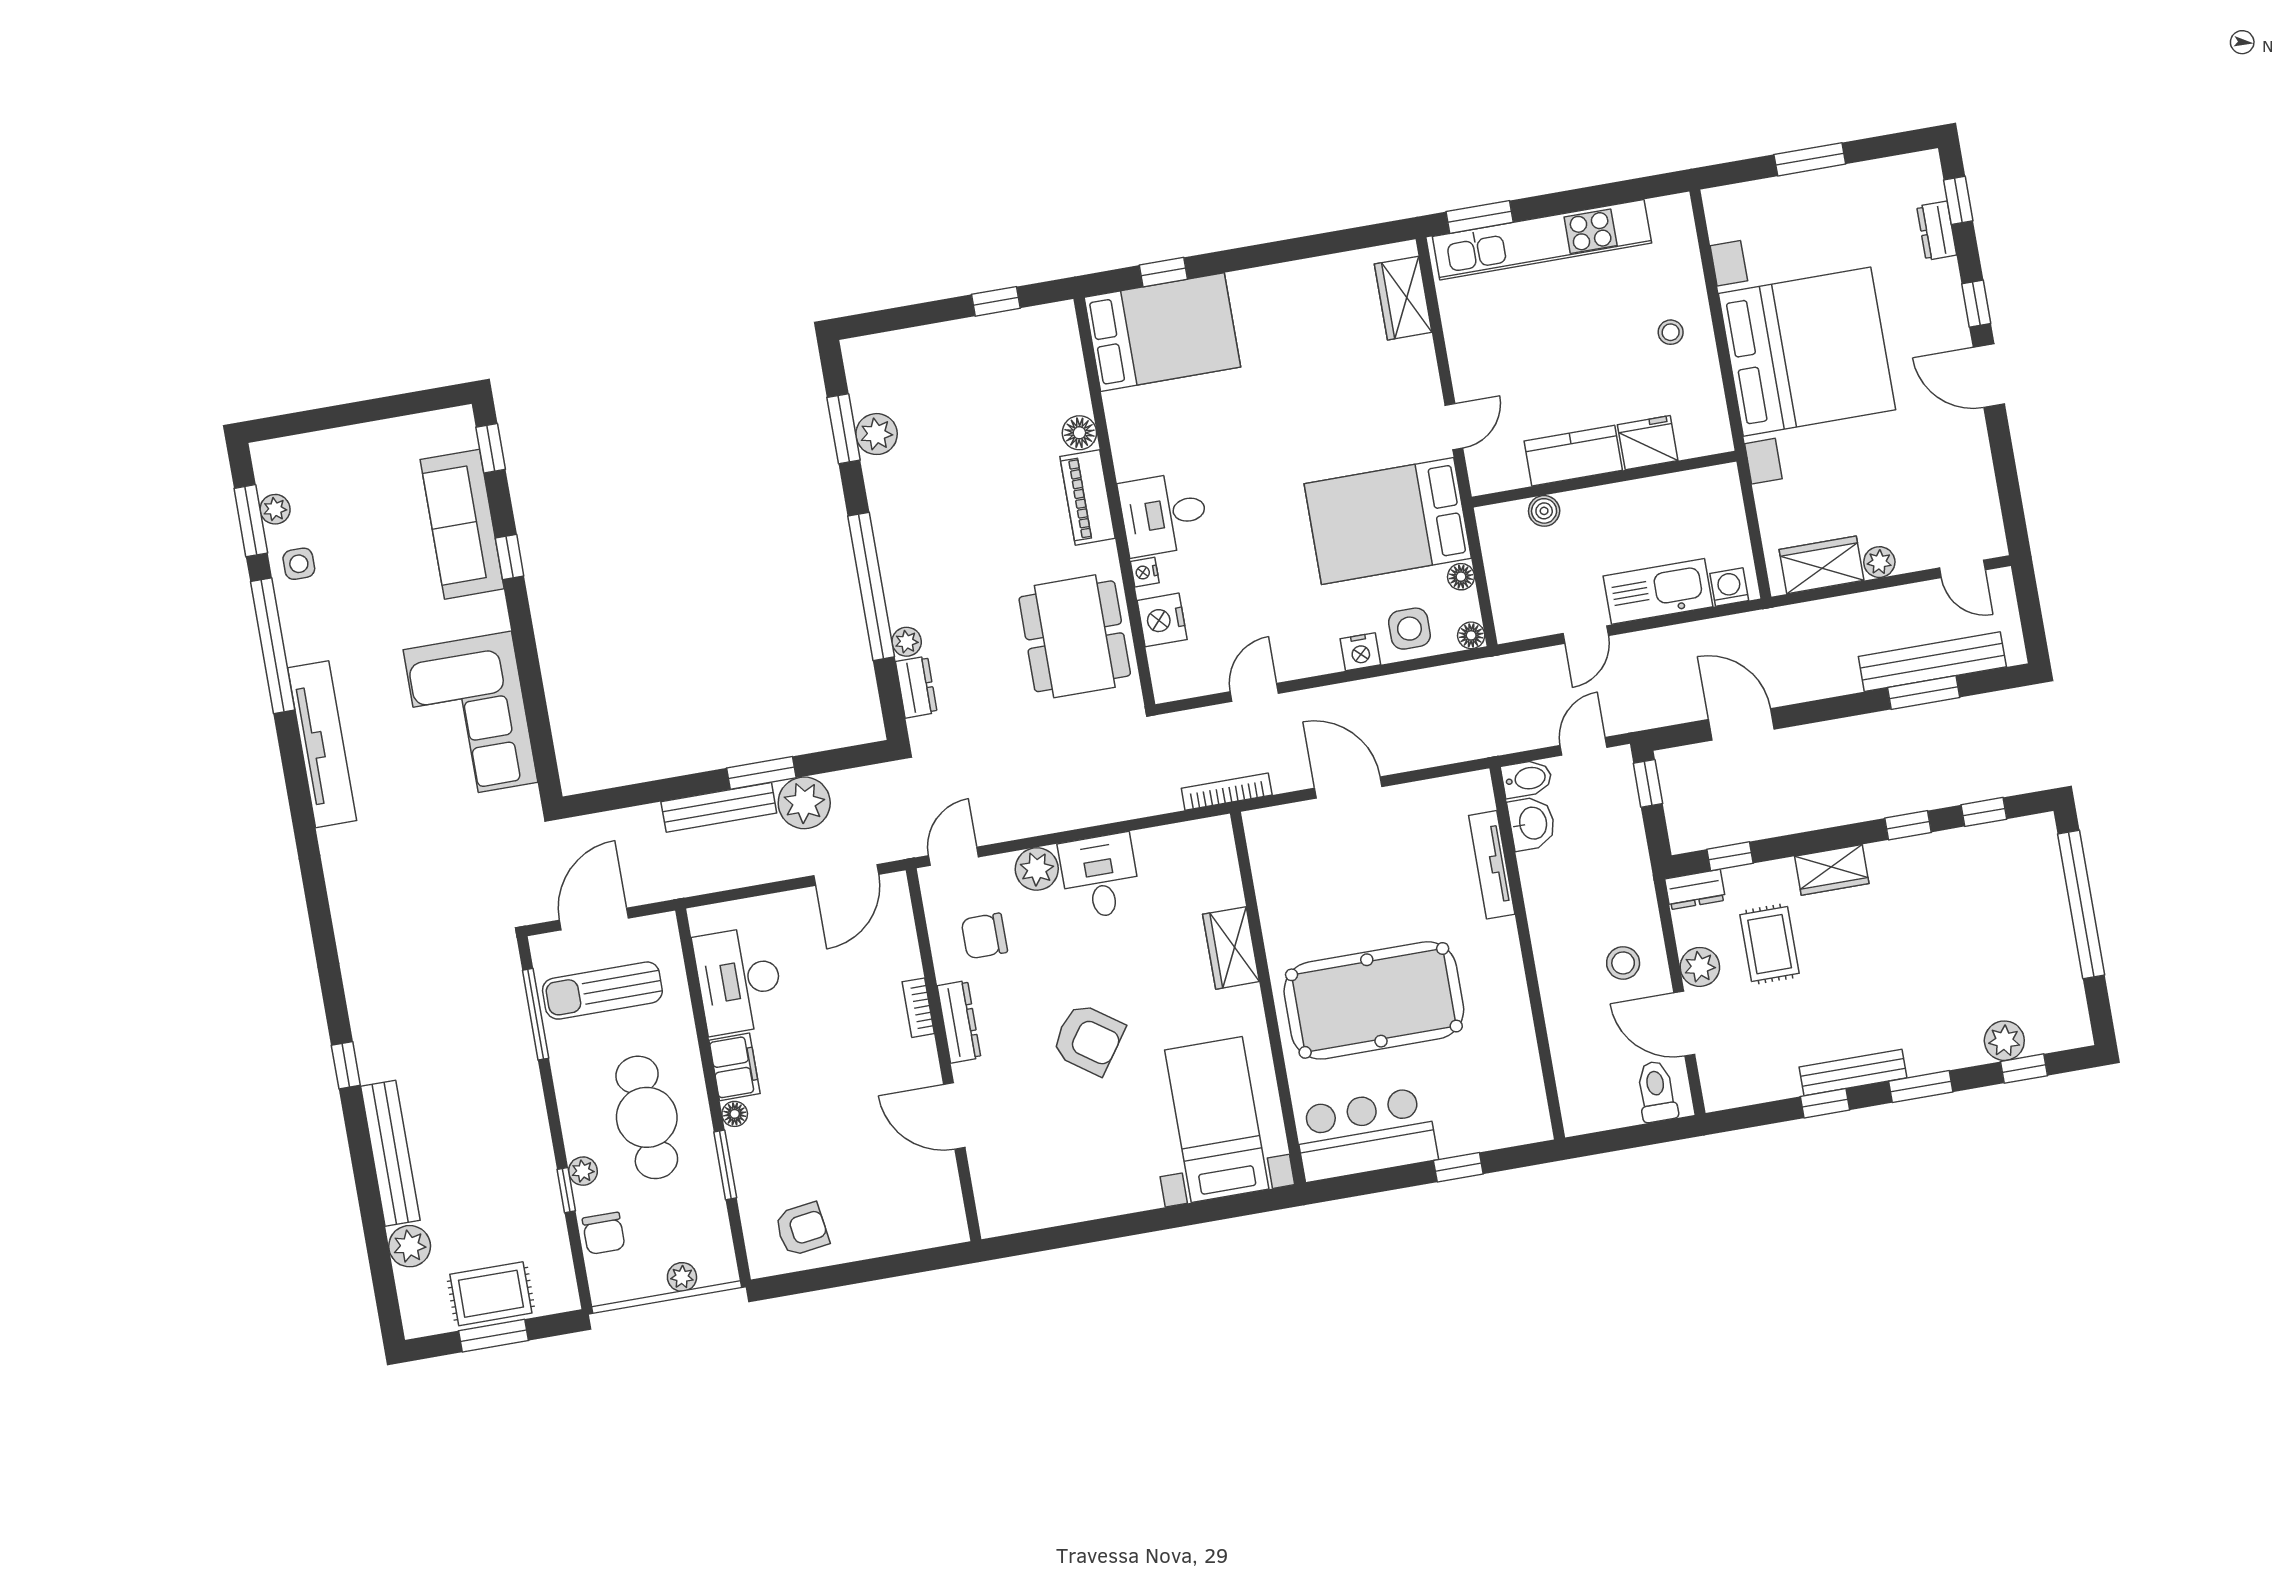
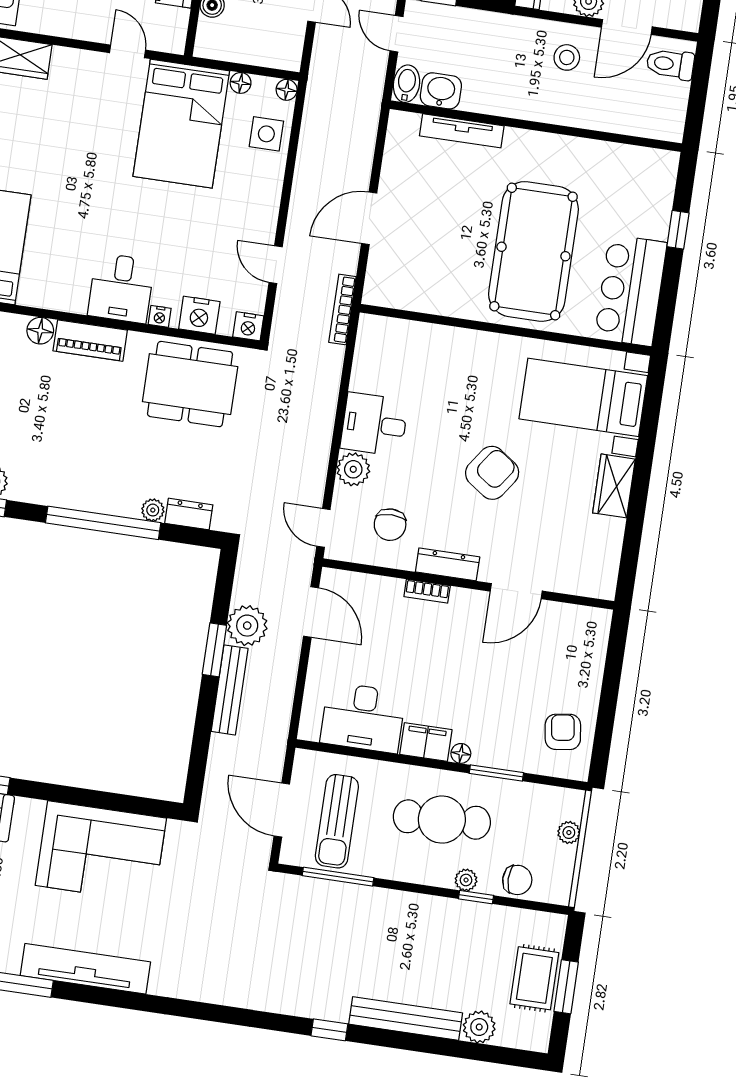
nightstand: (1360, 652) -> (248, 326), moved, turned 90
wardrobe: (1231, 948) -> (614, 486), moved, turned 90

